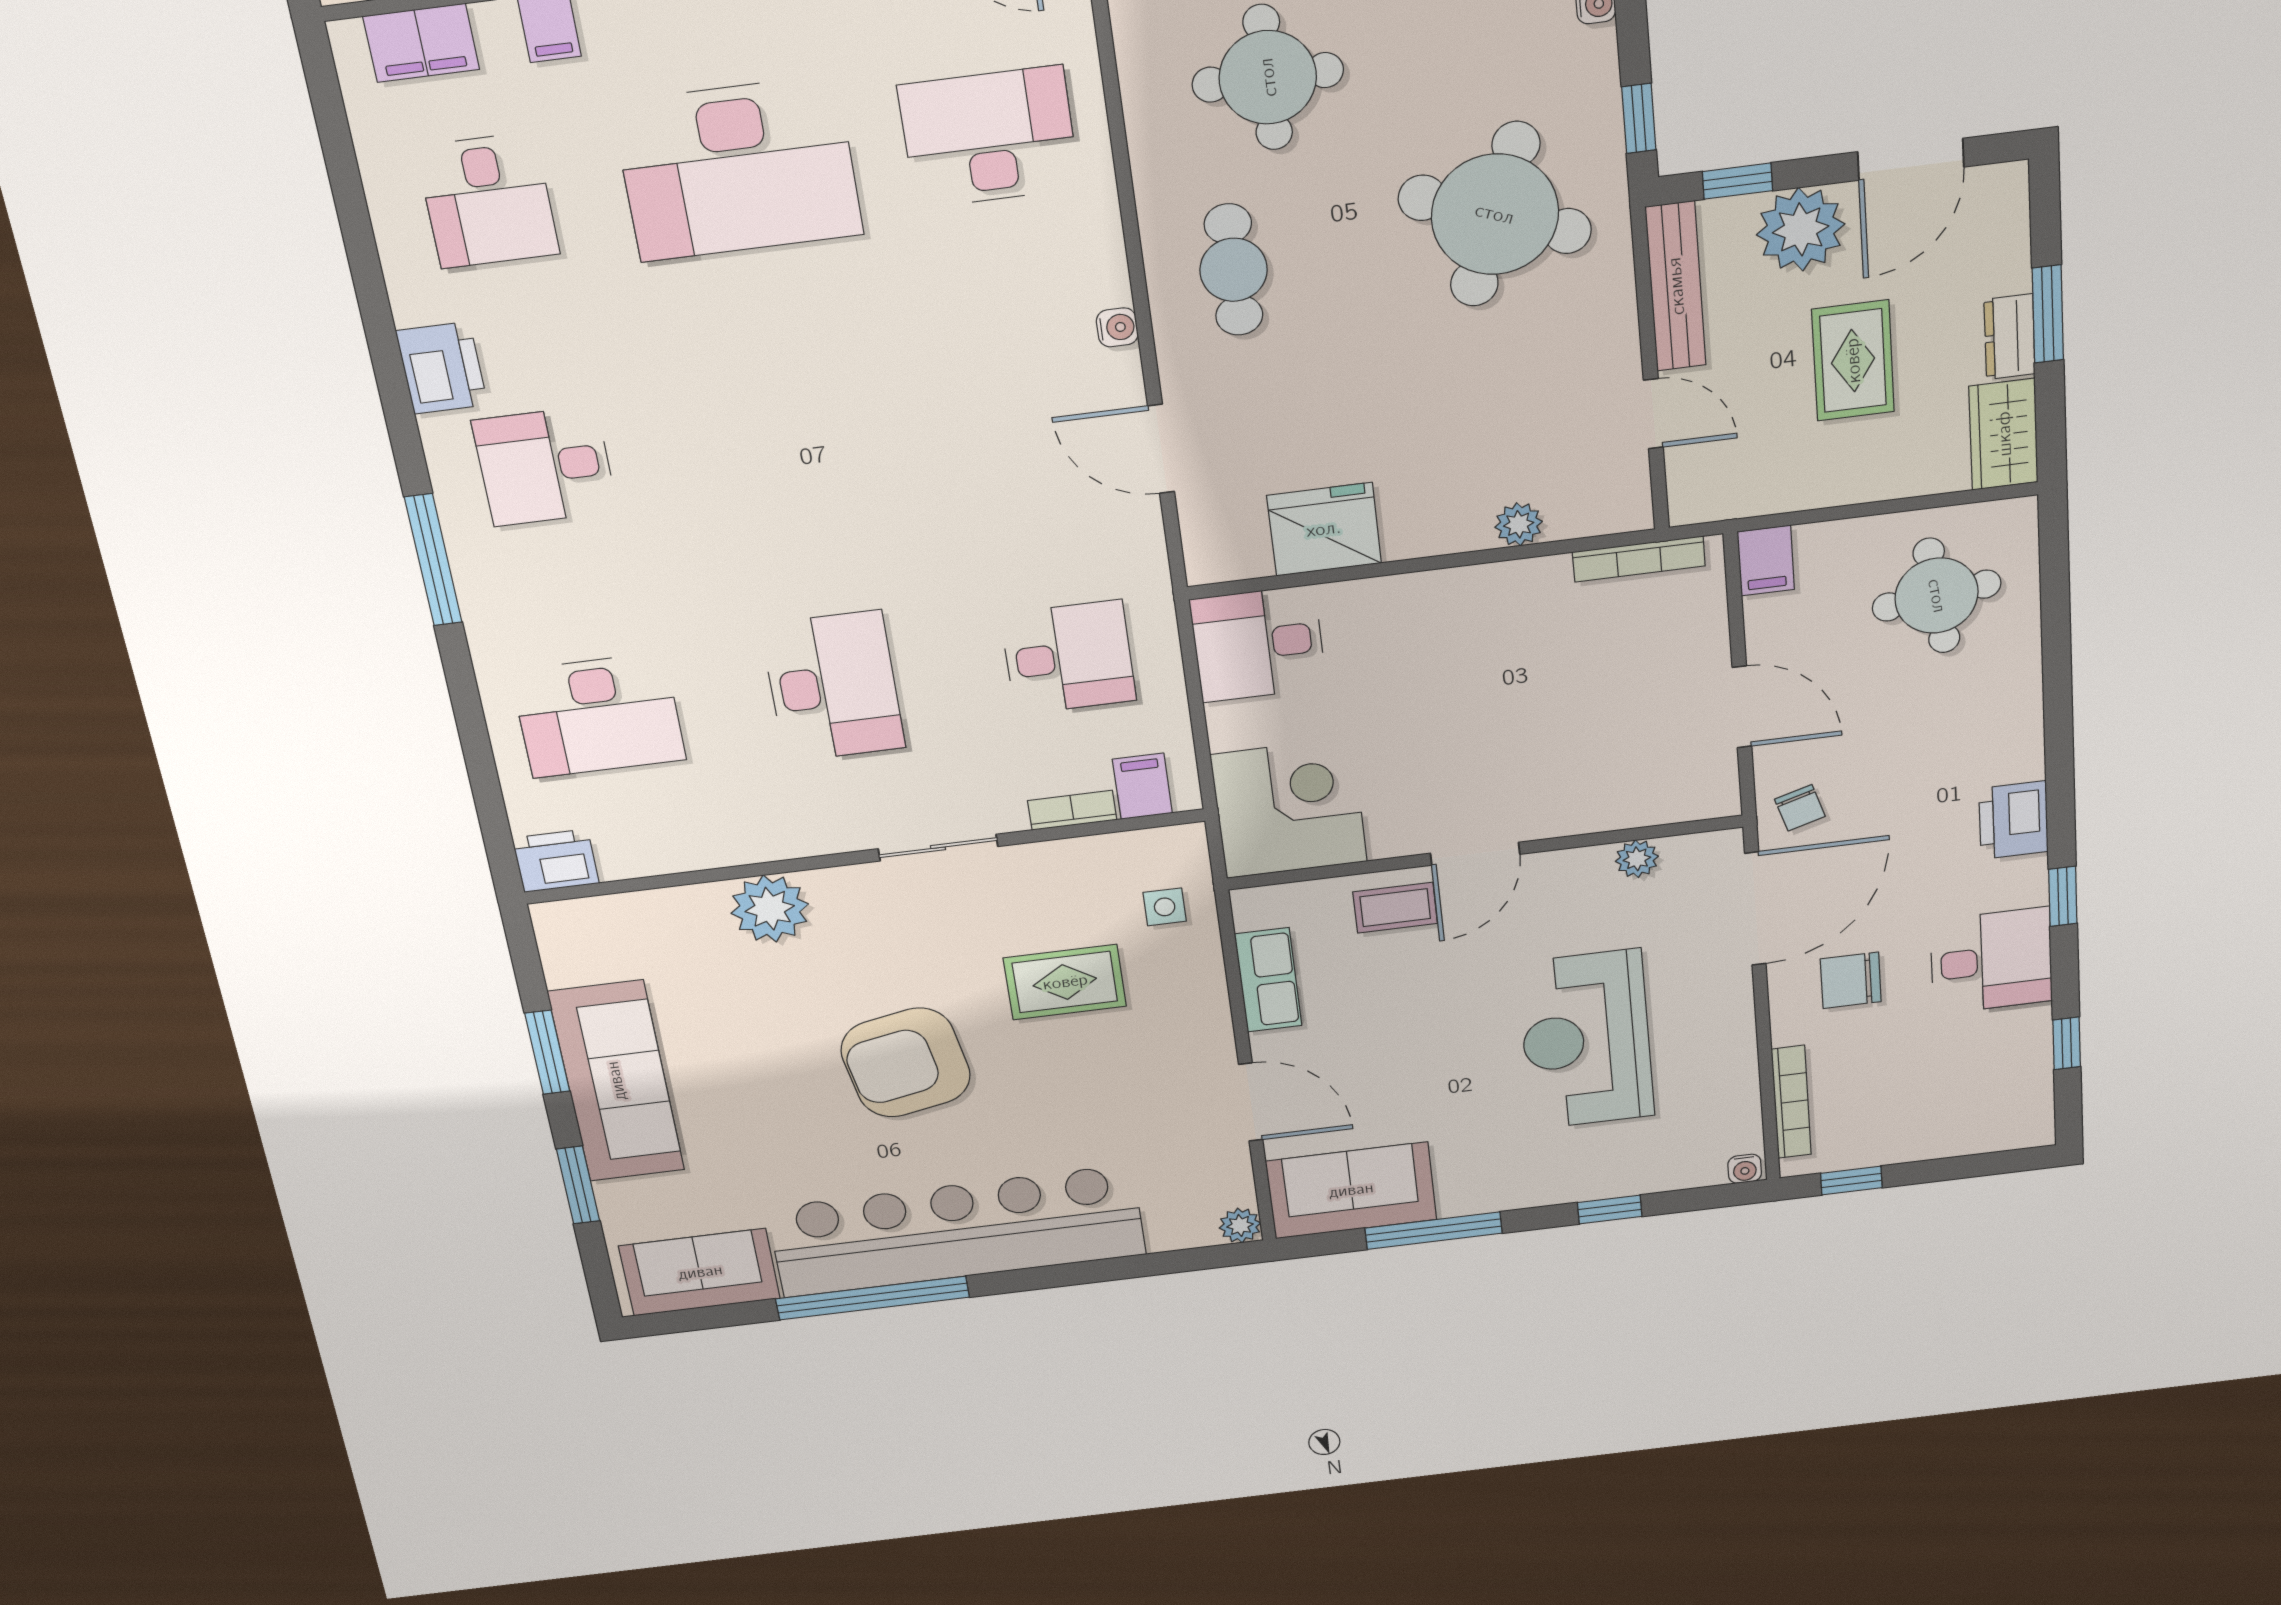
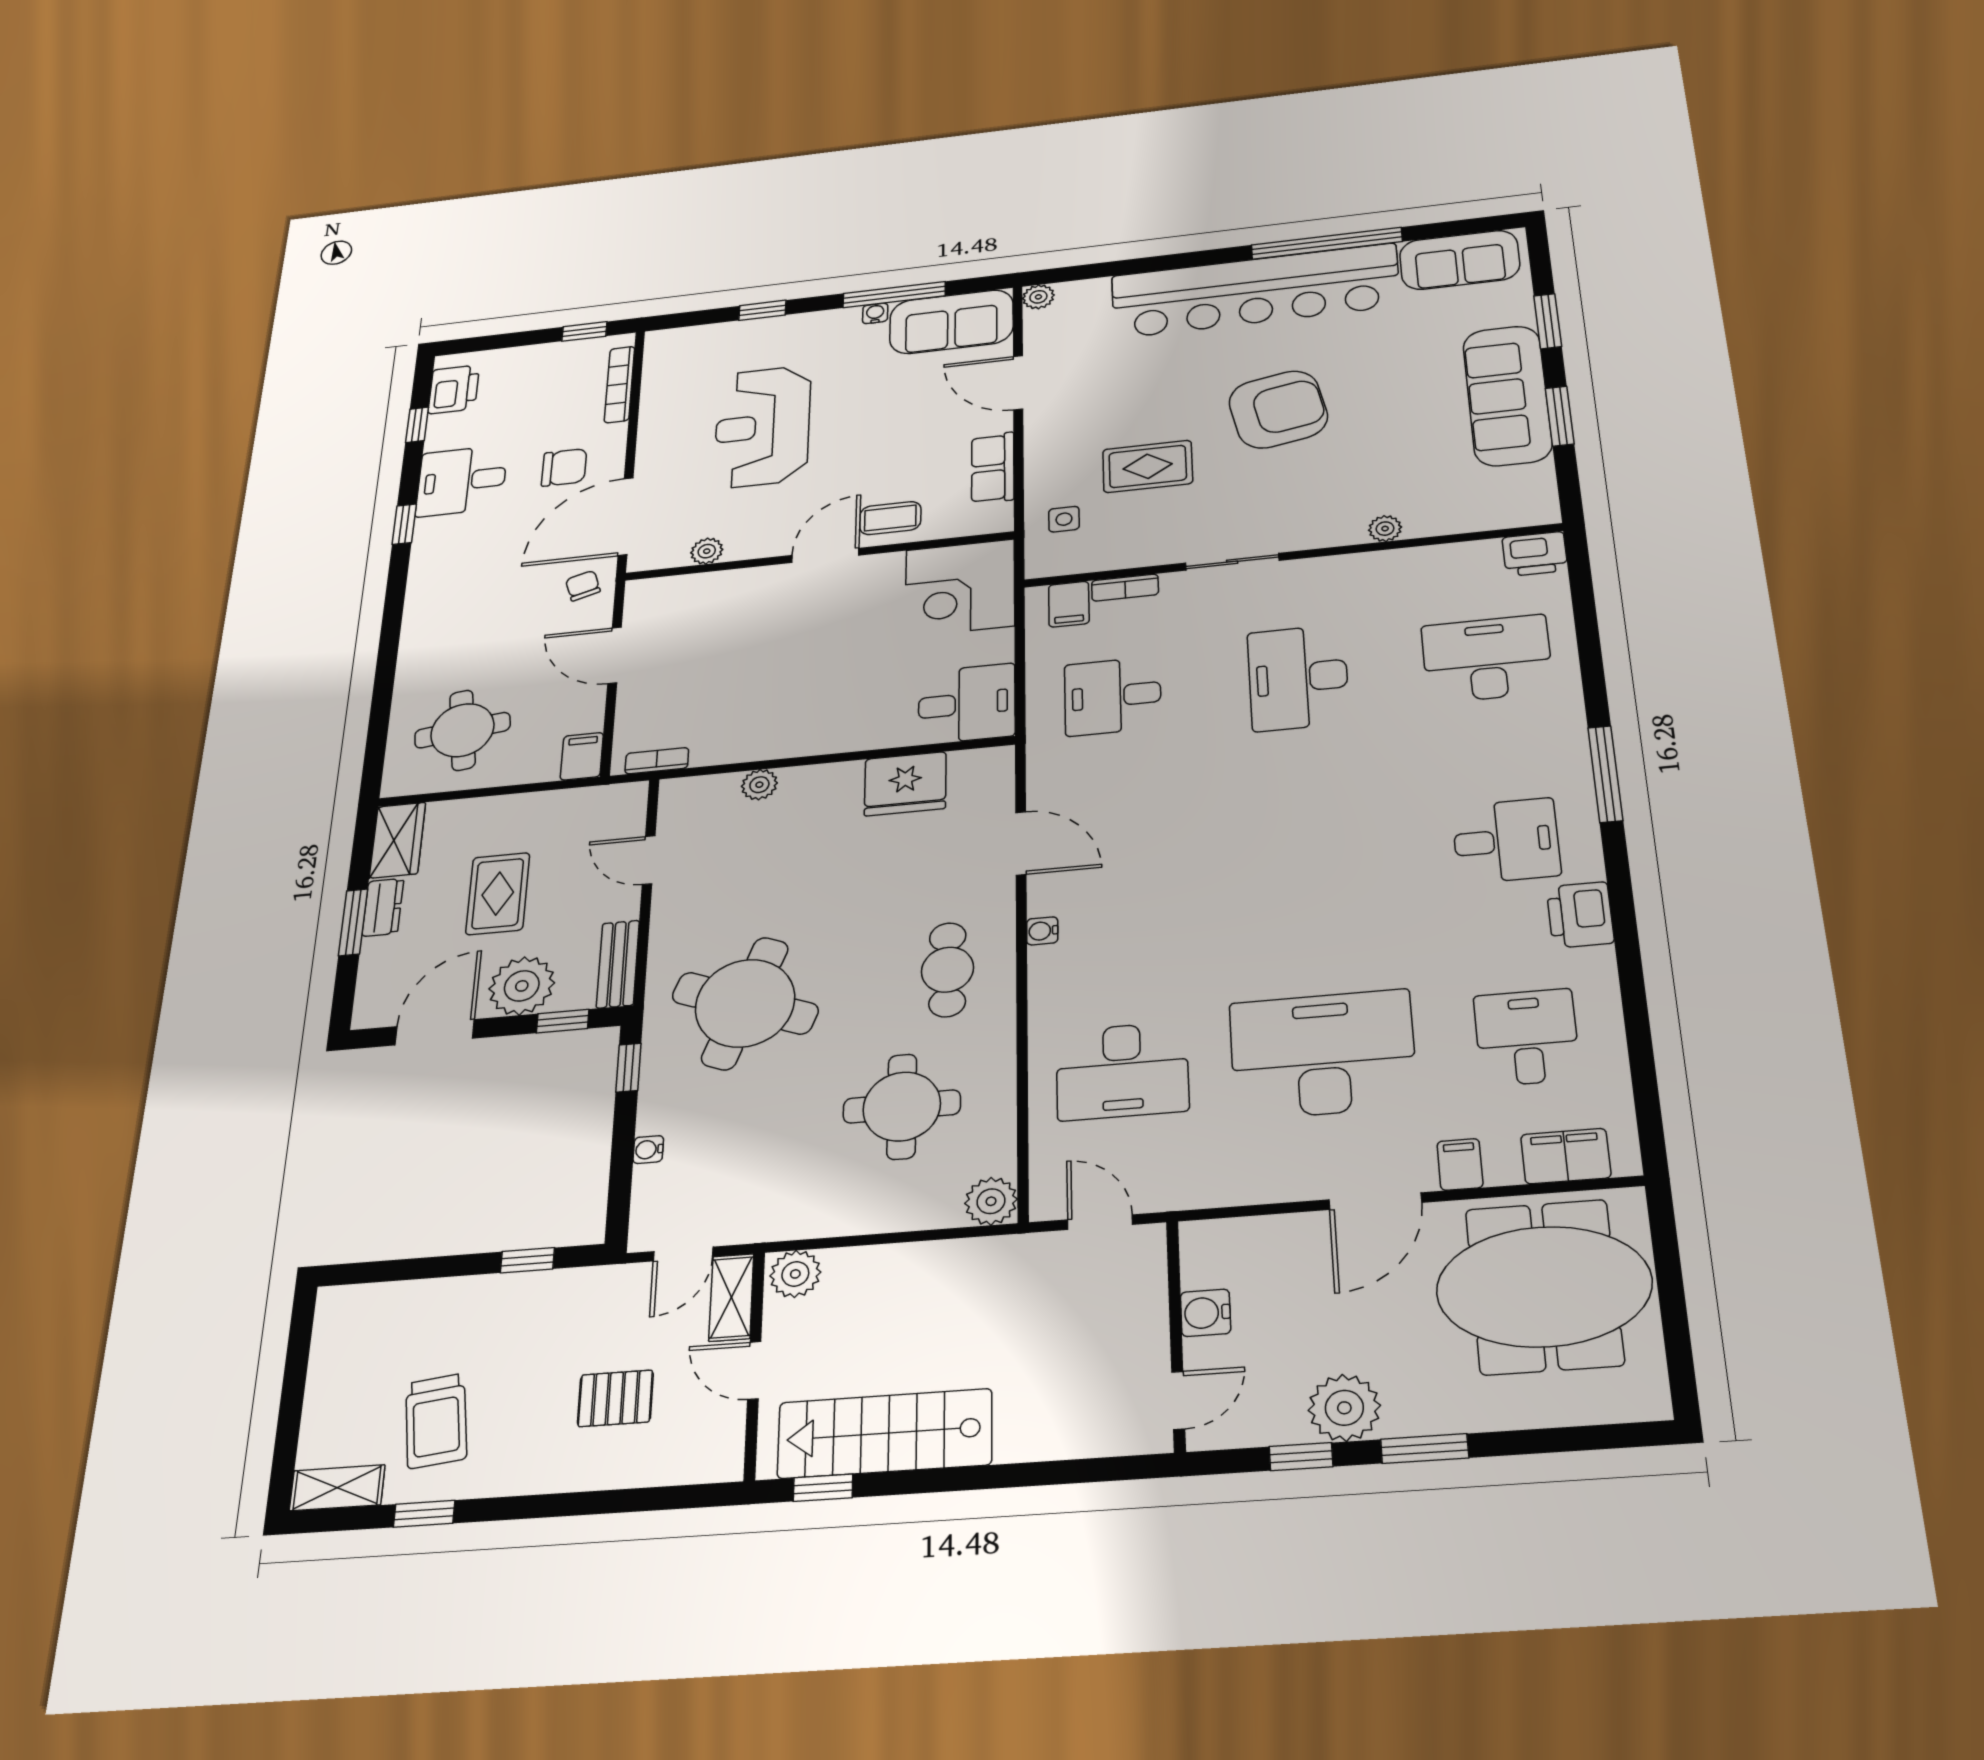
bench: (1676, 286) -> (618, 964), width x0.73
bookcase: (1639, 559) -> (657, 761), width x0.64
printer: (2014, 820) -> (454, 389), moved
plant: (770, 909) -> (1385, 529), width x0.53, depth x0.53
reception desk: (1586, 1040) -> (762, 427), turned 180
water cooler: (1745, 1169) -> (875, 313), moved

